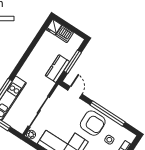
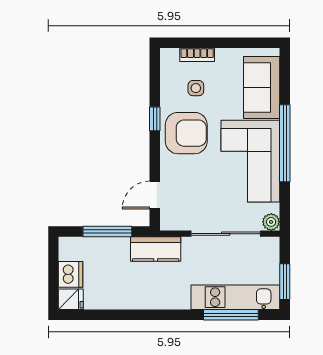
kitchen counter: (57, 69) -> (156, 249), moved
window: (108, 114) -> (155, 119), width x0.32
armchair: (93, 123) -> (186, 133), turned 90

